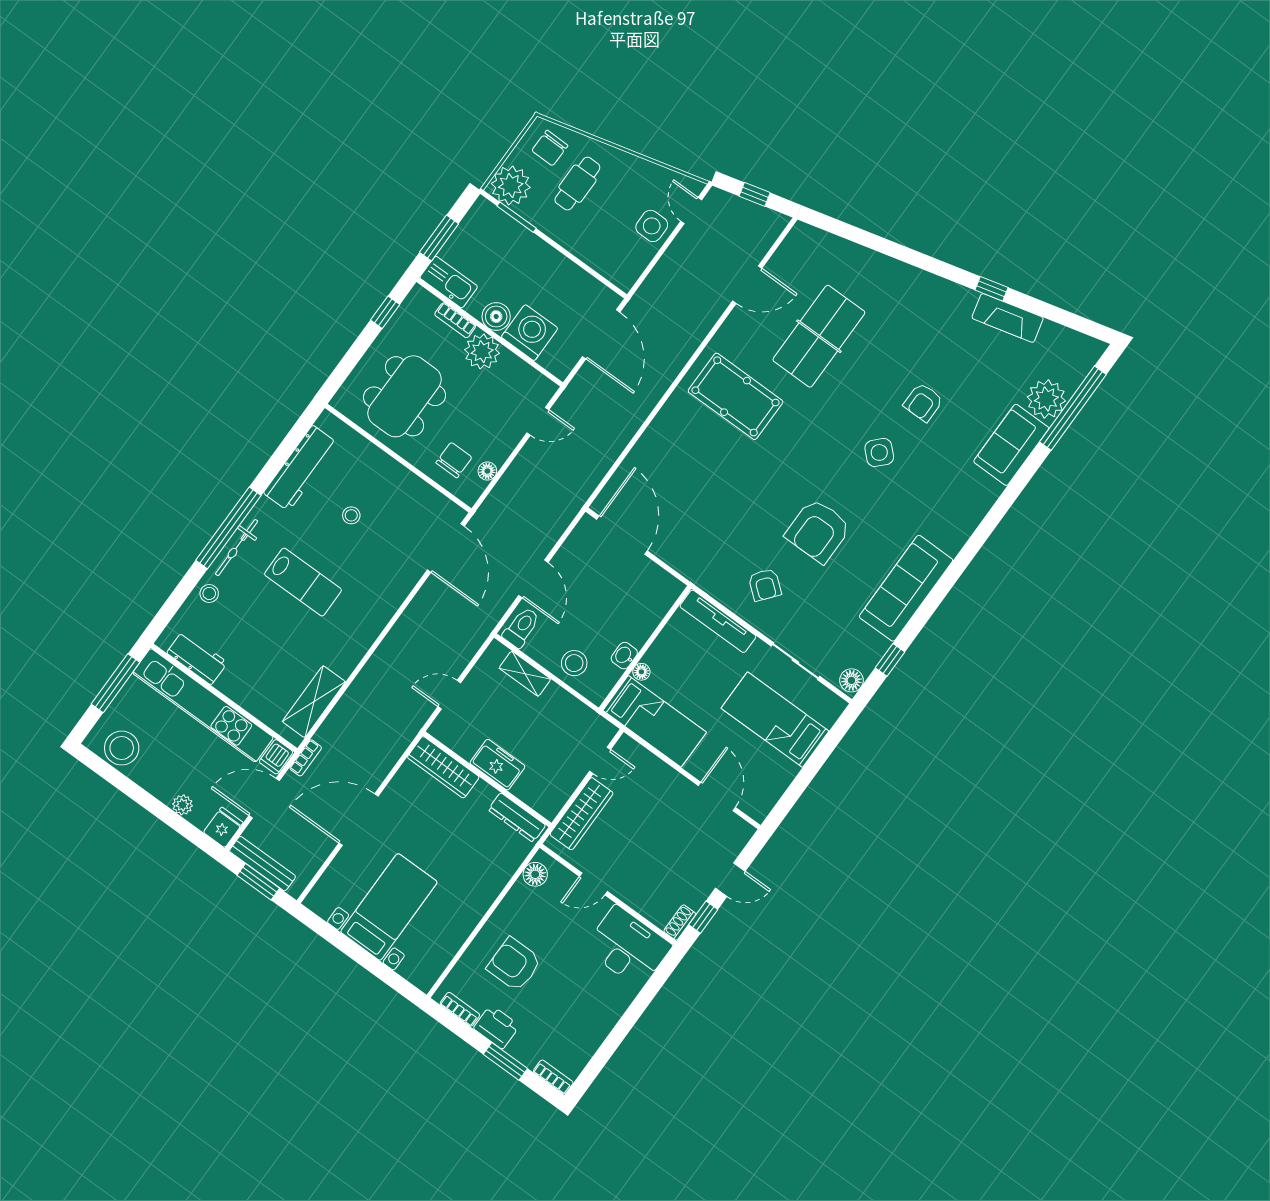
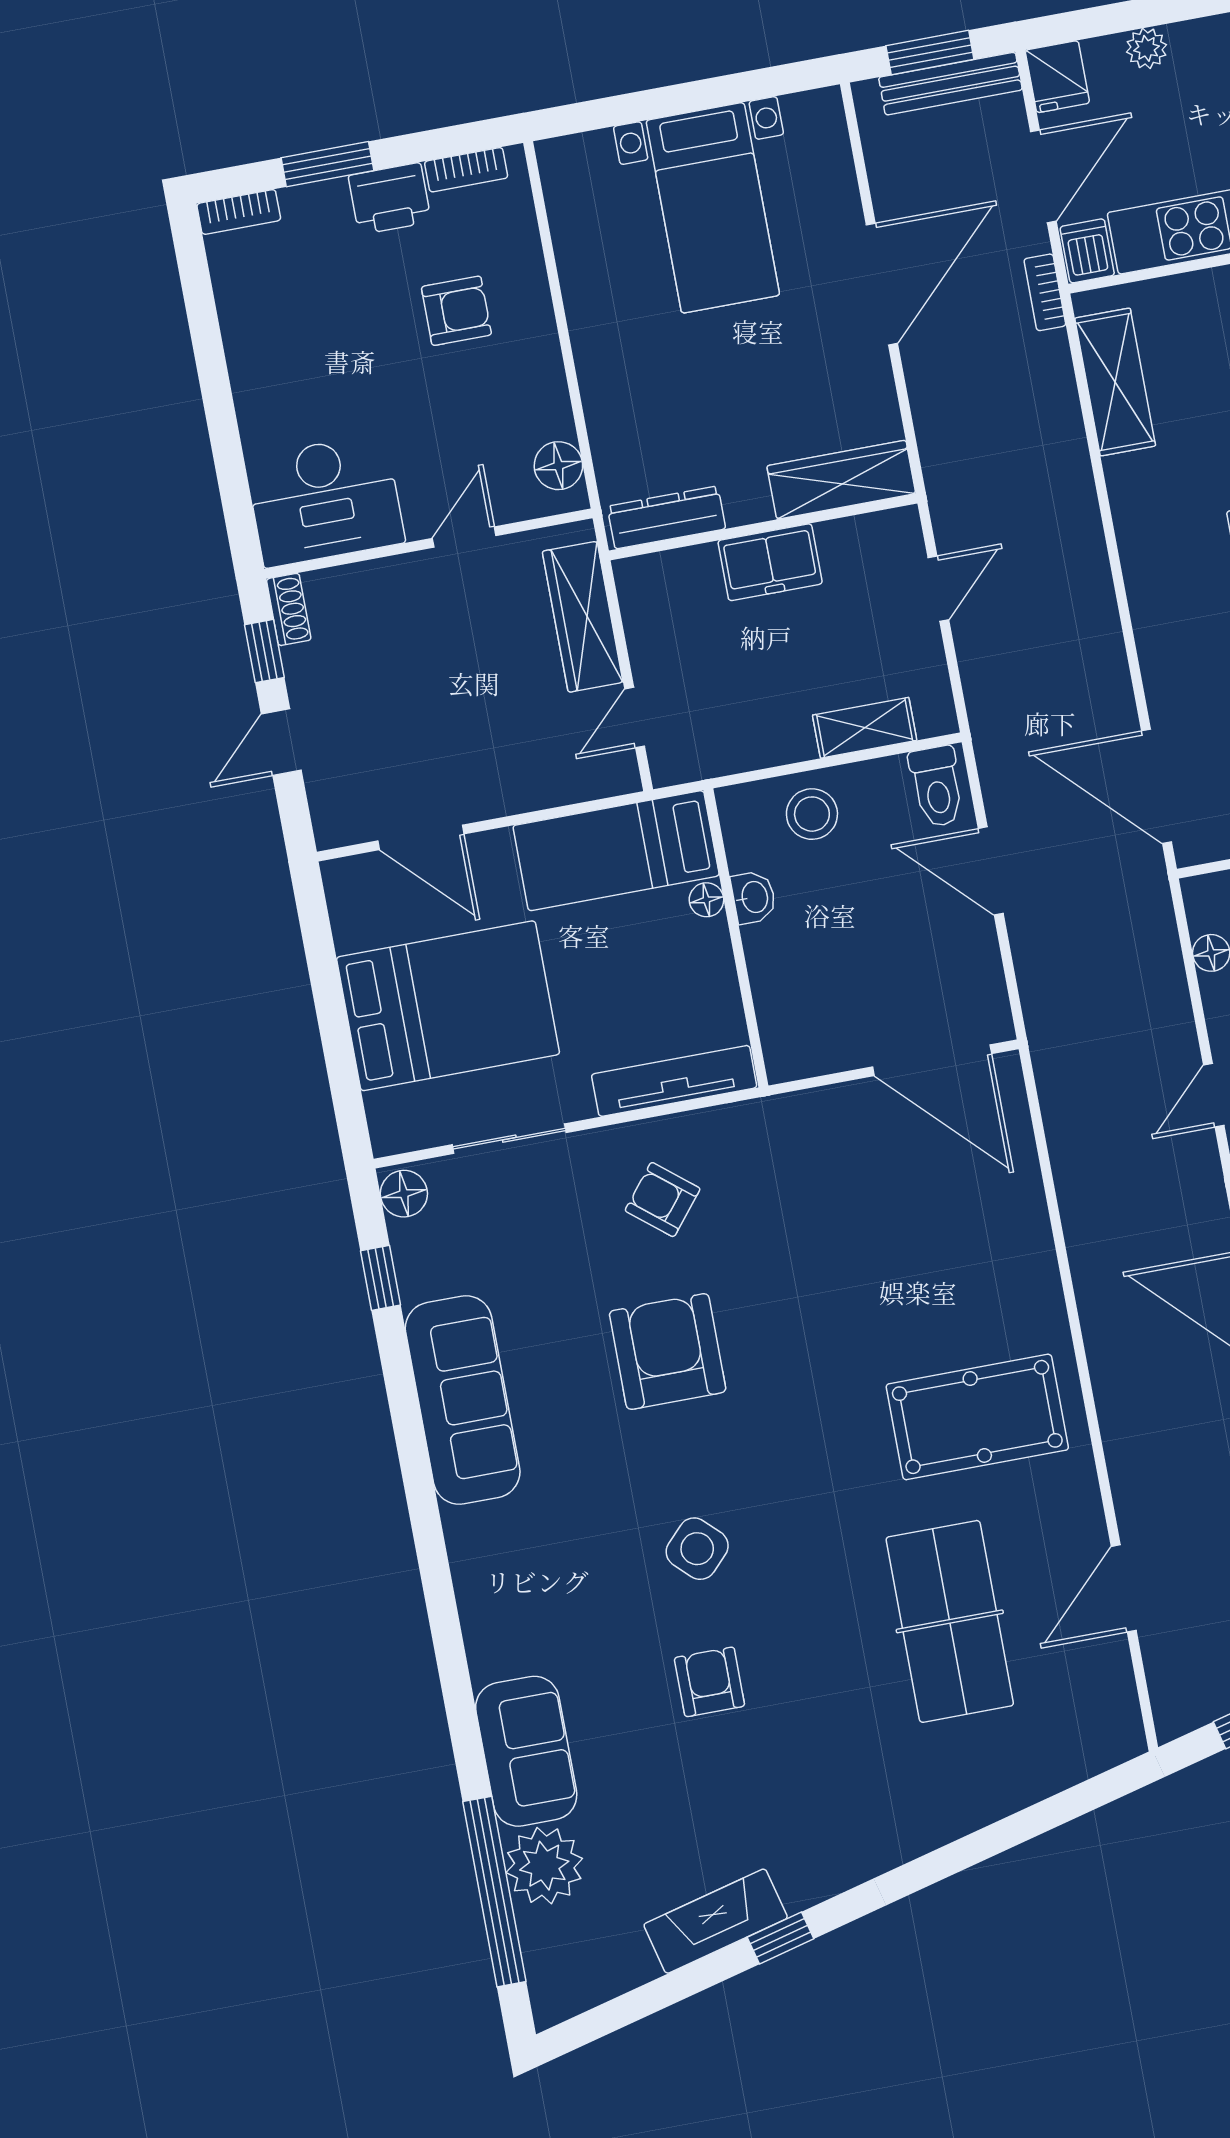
bed: (775, 720) -> (448, 1006), width x1.50
armchair: (514, 964) -> (456, 311), width x0.72, depth x0.72

